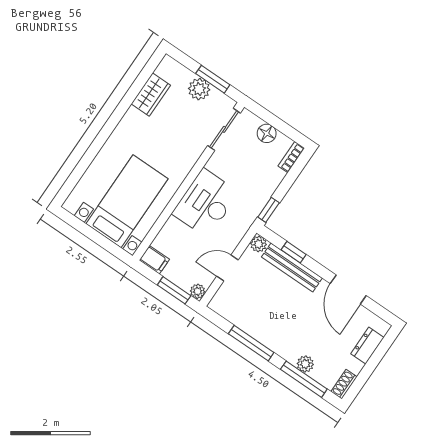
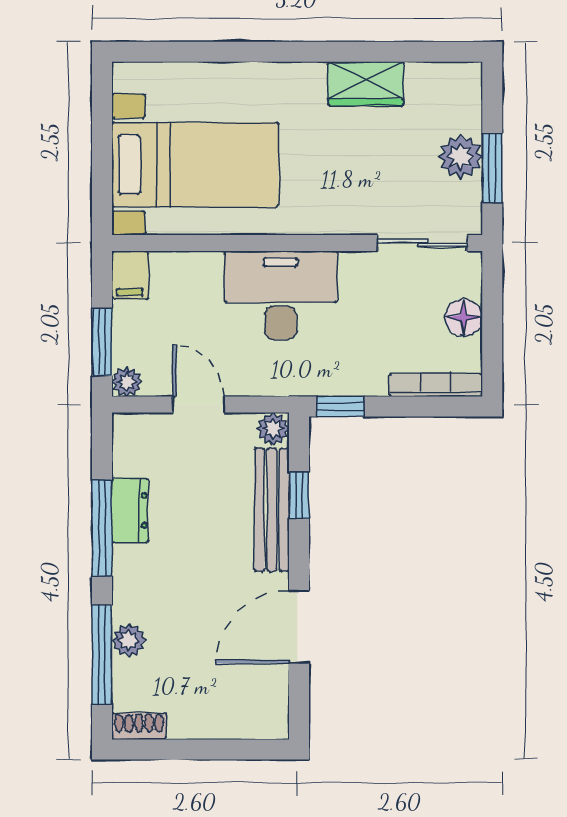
wardrobe: (151, 94) -> (366, 84), moved
bookcase: (291, 157) -> (436, 385), width x1.56
dresser: (367, 346) -> (130, 510), moved, turned 90

